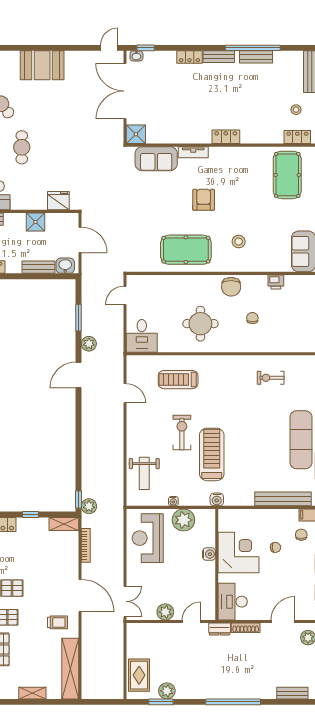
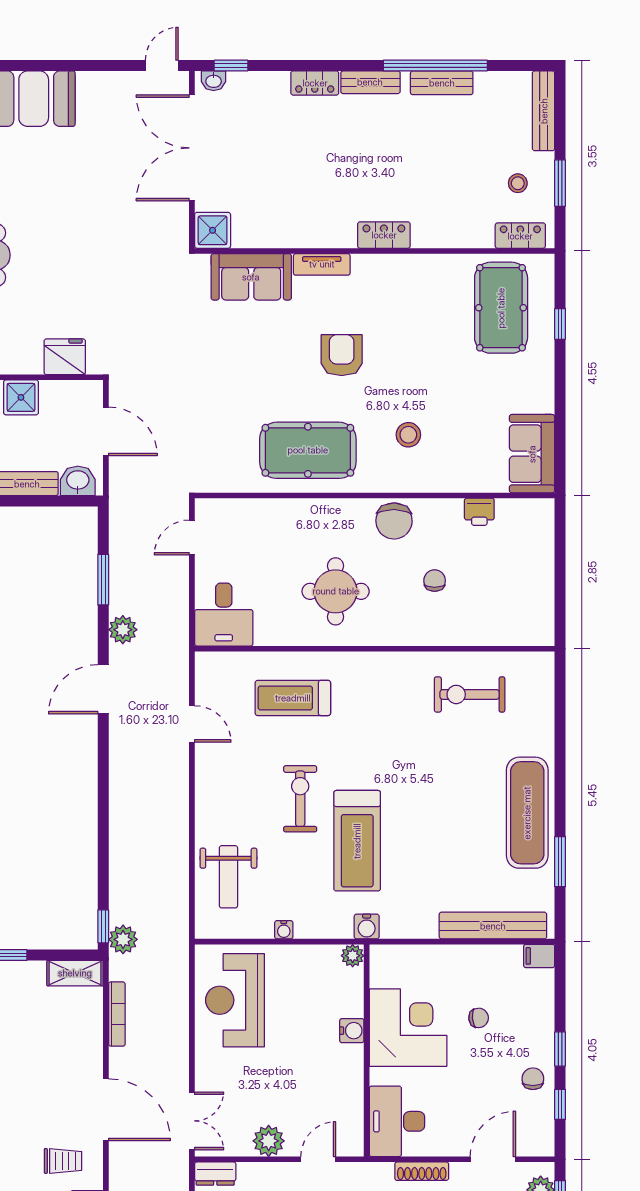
exercise bike: (271, 378) -> (470, 694), width x1.38, depth x1.39
treadmill: (212, 454) -> (357, 841), turned 180
plant: (183, 520) -> (353, 956), moved, width x0.53, depth x0.53
chair: (301, 535) -> (533, 1079), moved
dresser: (220, 629) -> (215, 1174), moved

